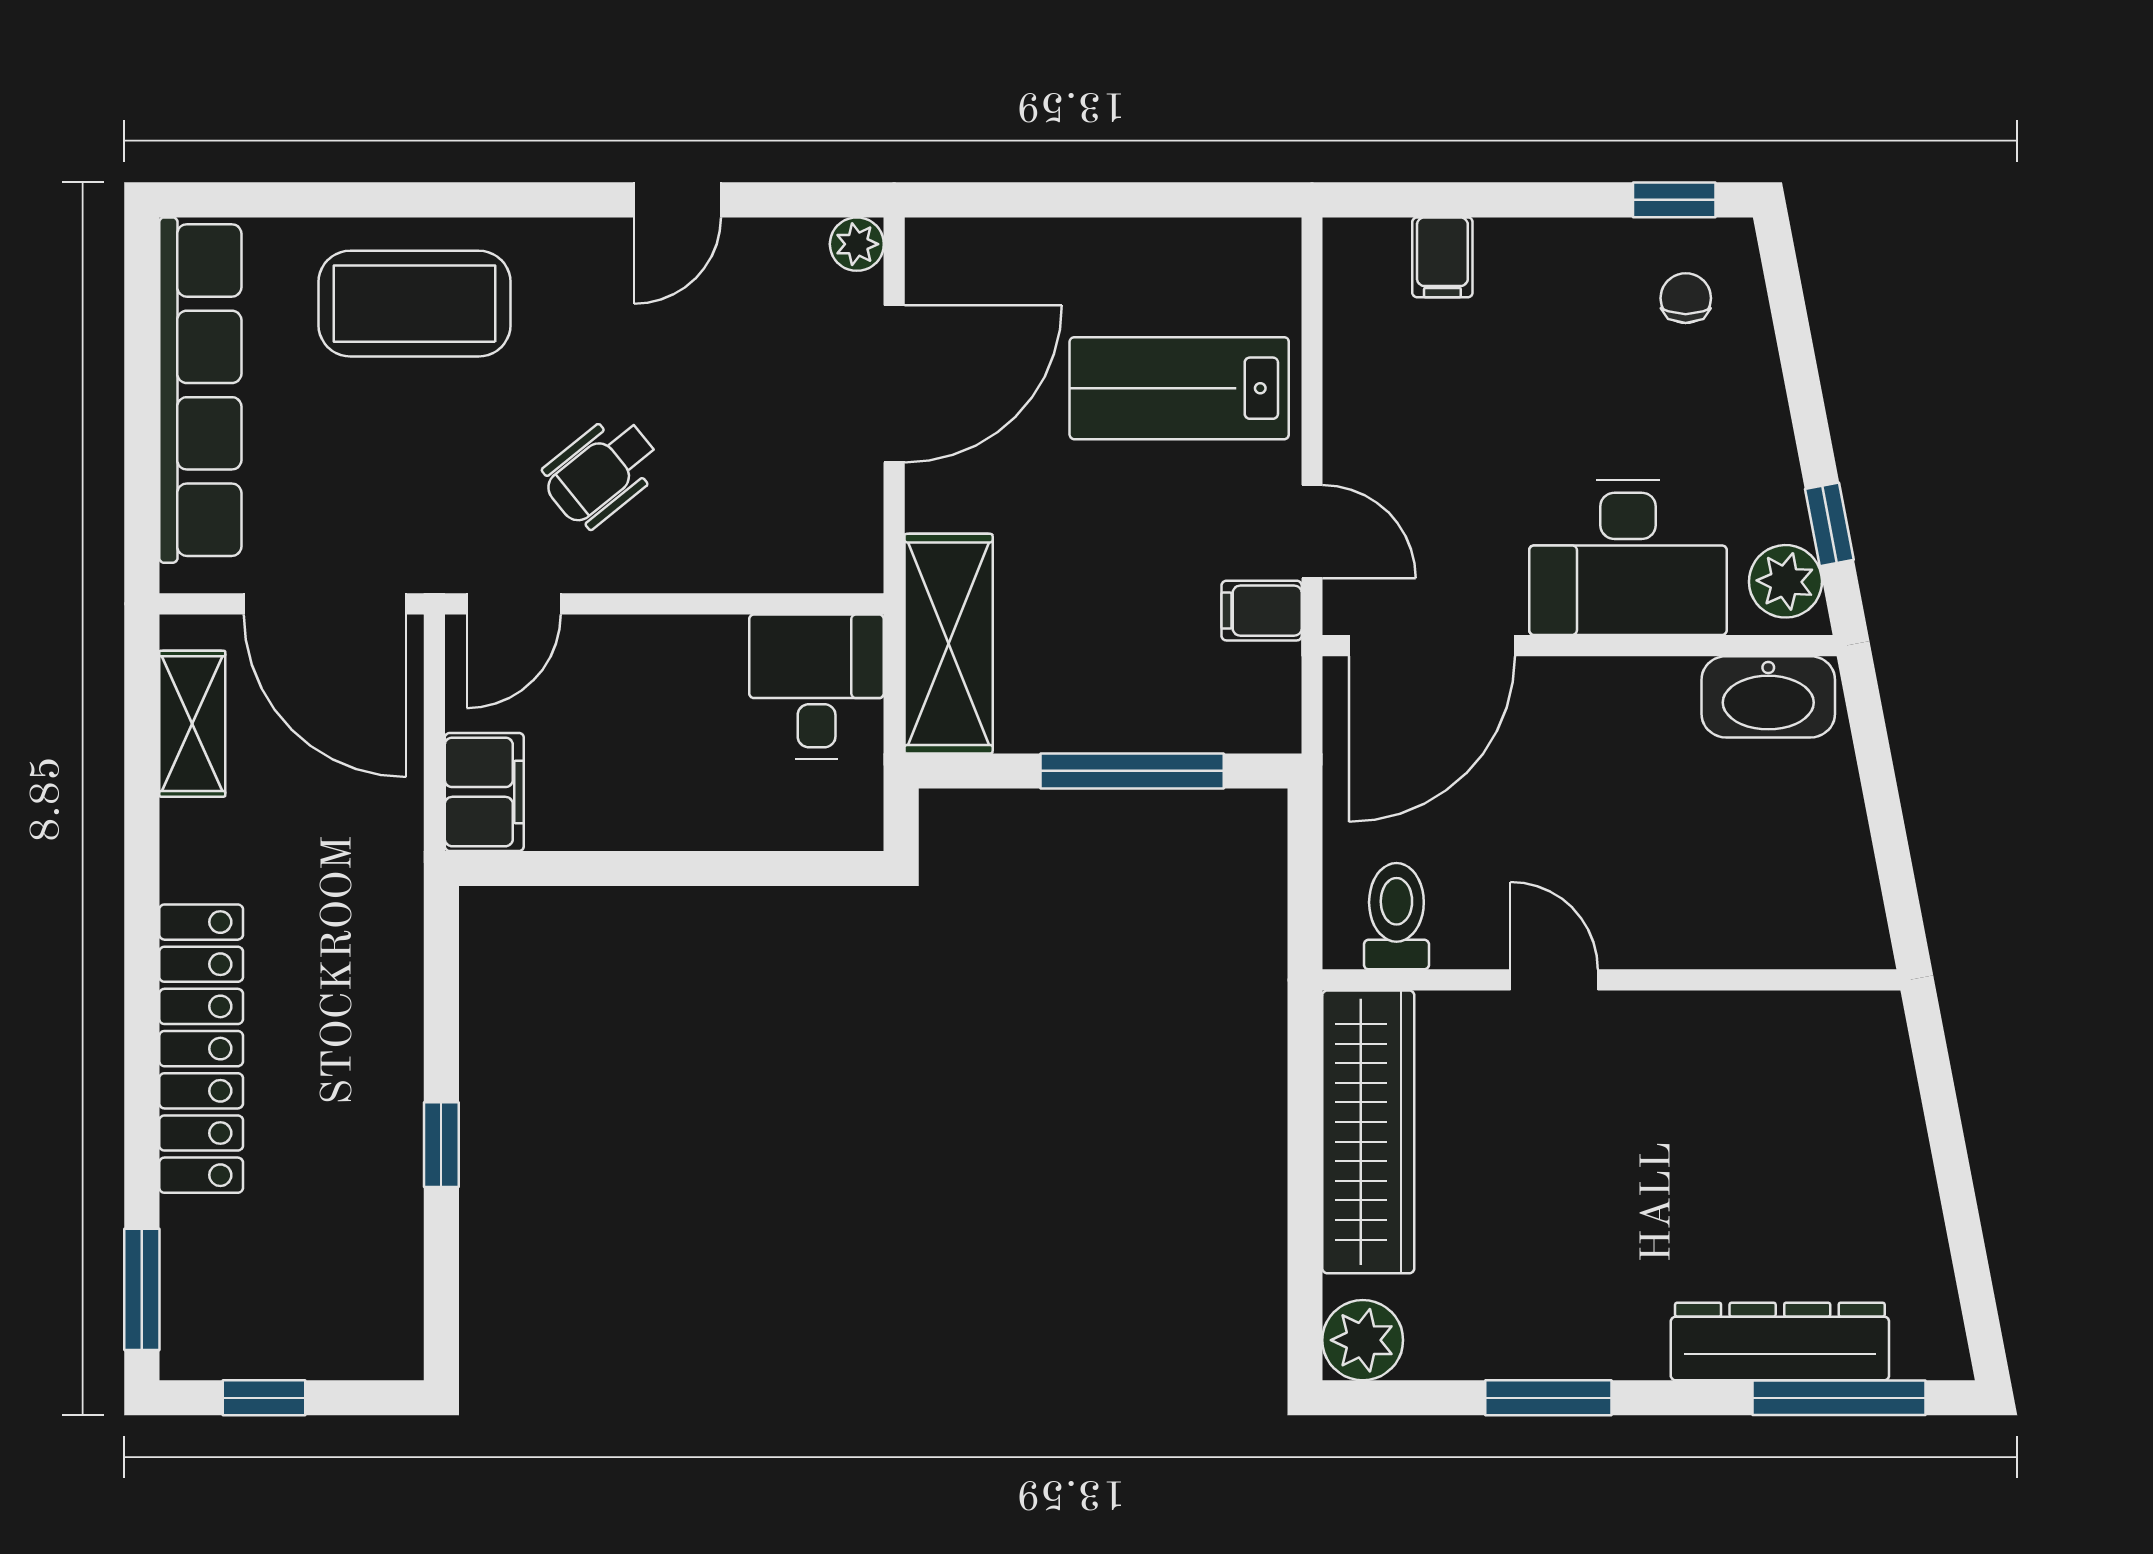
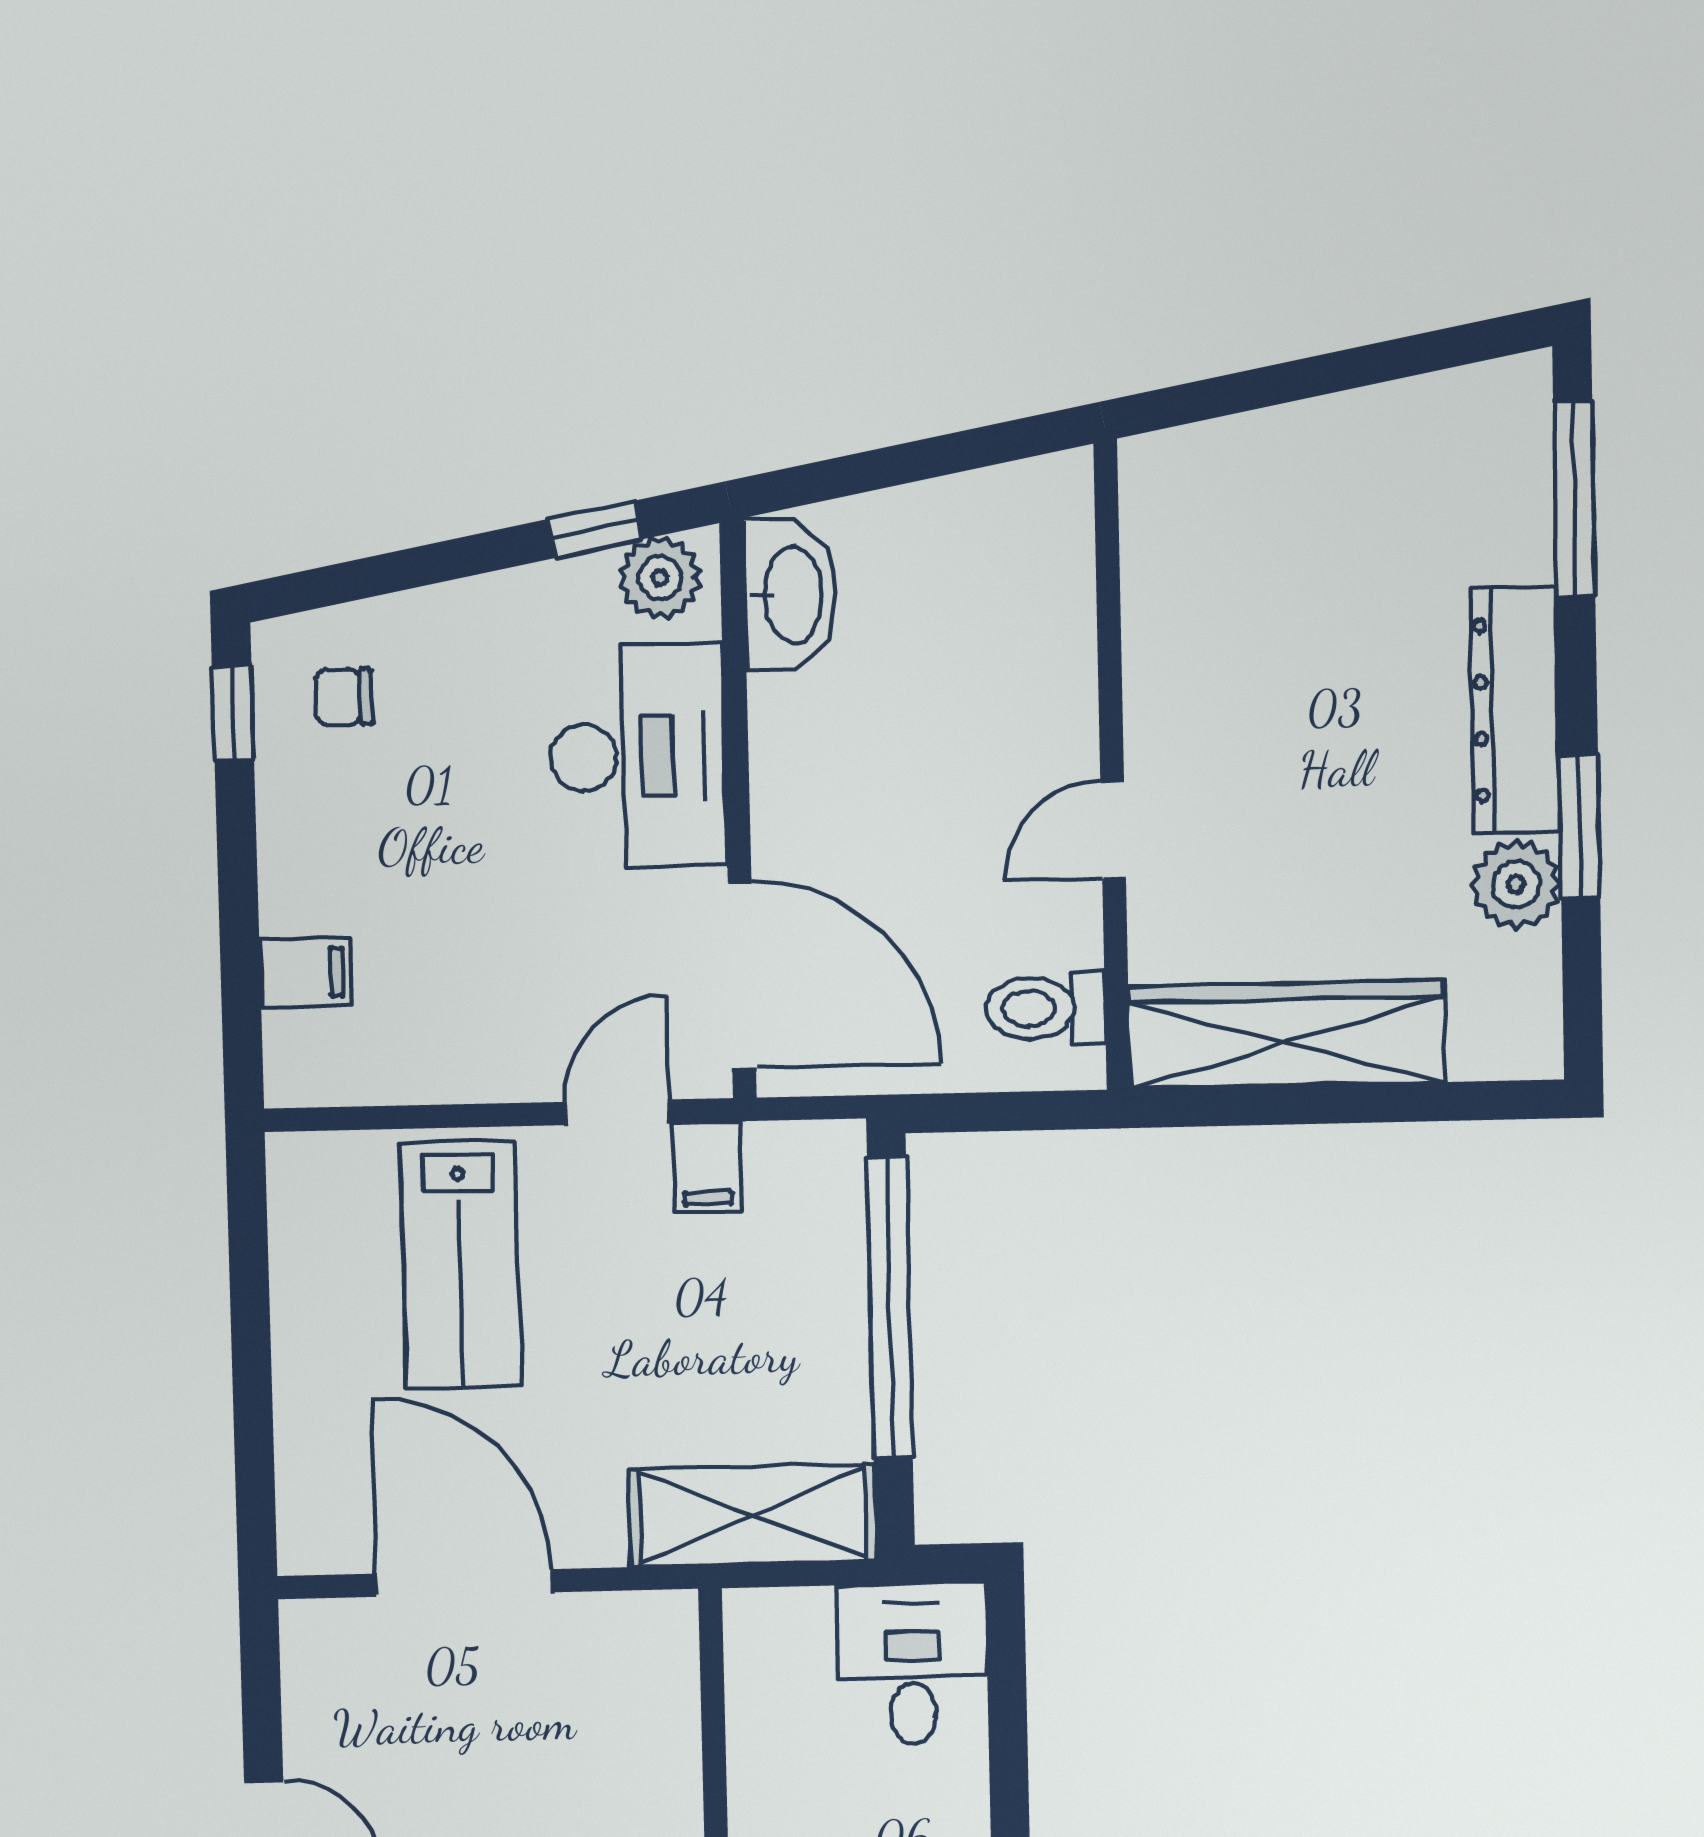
plant: (857, 244) -> (309, 1628), removed
desk: (817, 687) -> (912, 1664), moved, turned 90
window: (1132, 771) -> (890, 1307), width x1.46
plant: (1363, 1340) -> (1516, 884), moved
dresser: (1780, 1342) -> (1515, 710), moved

